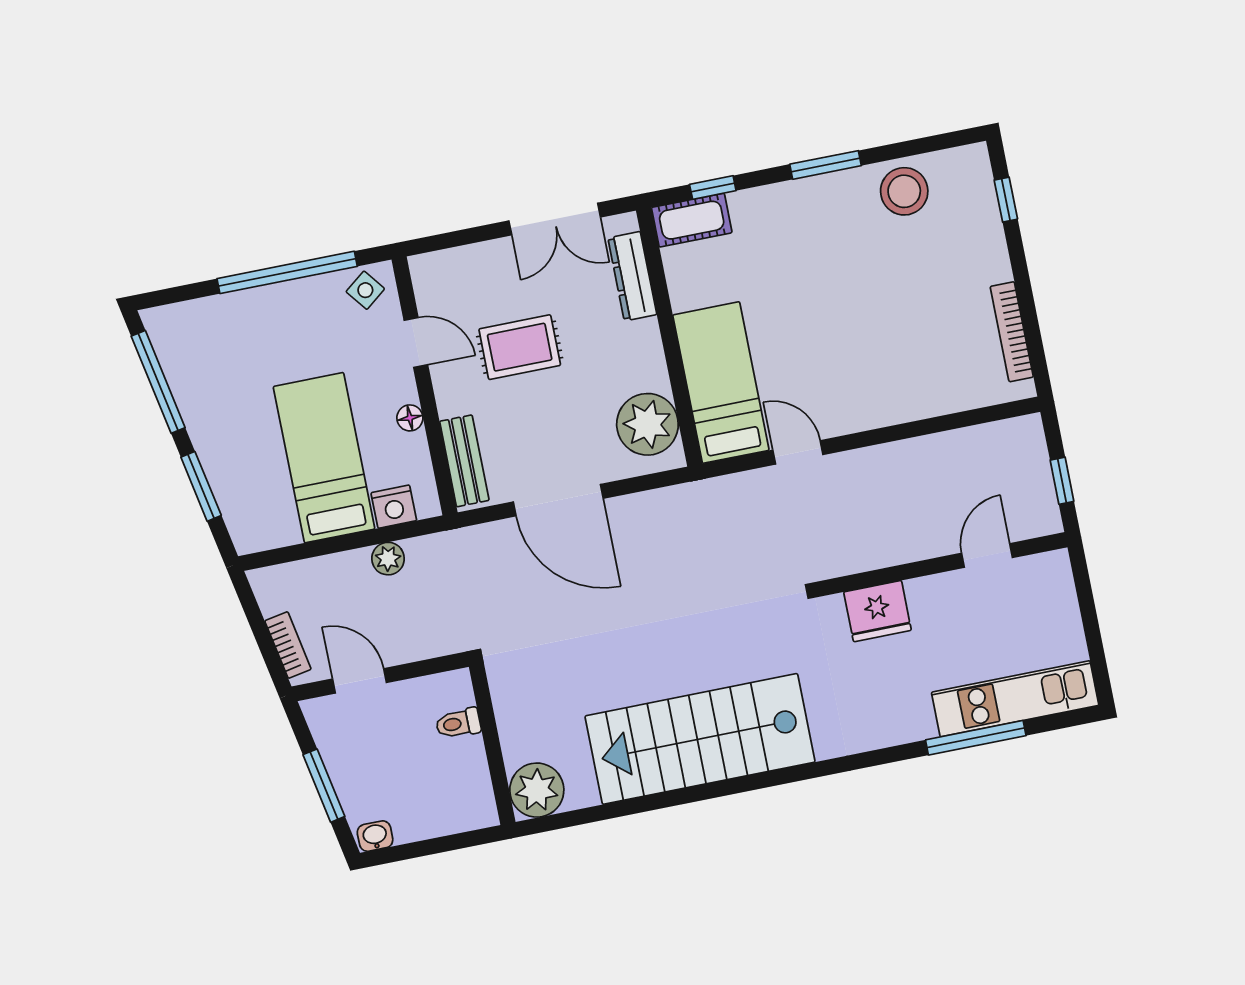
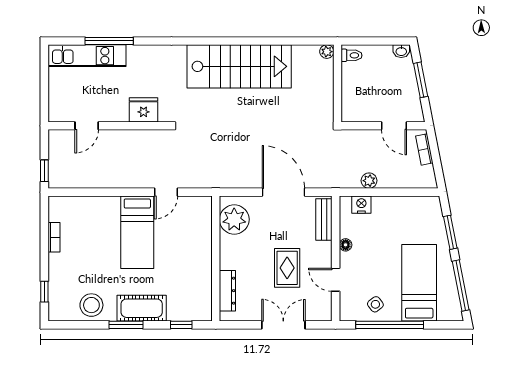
double door: (555, 219) -> (283, 325), moved
cot: (692, 220) -> (142, 308), moved, width x1.37, depth x1.34
side table: (365, 290) -> (375, 304), moved
bookcase: (1012, 332) -> (54, 237), width x0.64
rug: (520, 347) -> (287, 268), turned 90
bed: (721, 383) -> (137, 232), moved
door: (798, 452) -> (166, 192), hinge flipped
bed: (324, 458) -> (419, 283), moved, turned 180
window: (1062, 481) -> (44, 171), moved
toilet: (458, 723) -> (351, 55), moved
plant: (537, 790) -> (327, 52), width x0.53, depth x0.53

